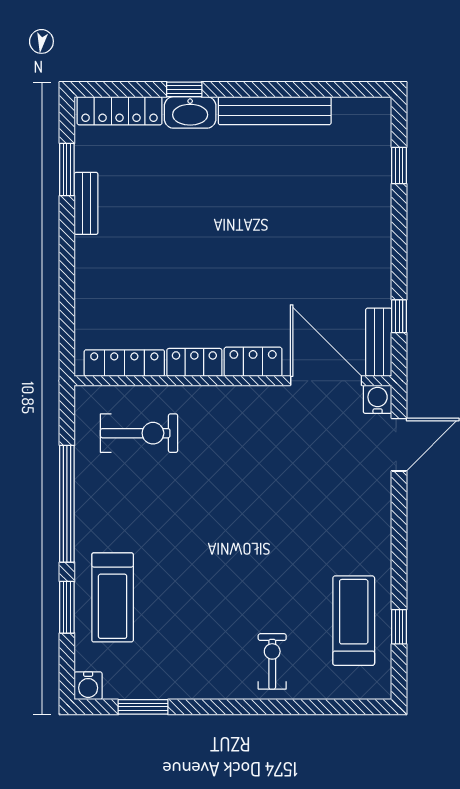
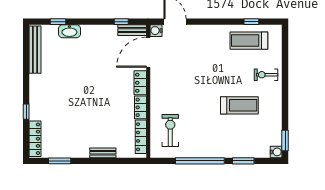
bench: (275, 111) -> (35, 50), moved
washbasin: (190, 112) -> (69, 31), moved, turned 90
bench: (86, 203) -> (103, 153), moved
treadmill: (113, 597) -> (239, 105), moved
window: (143, 707) -> (285, 140), moved

